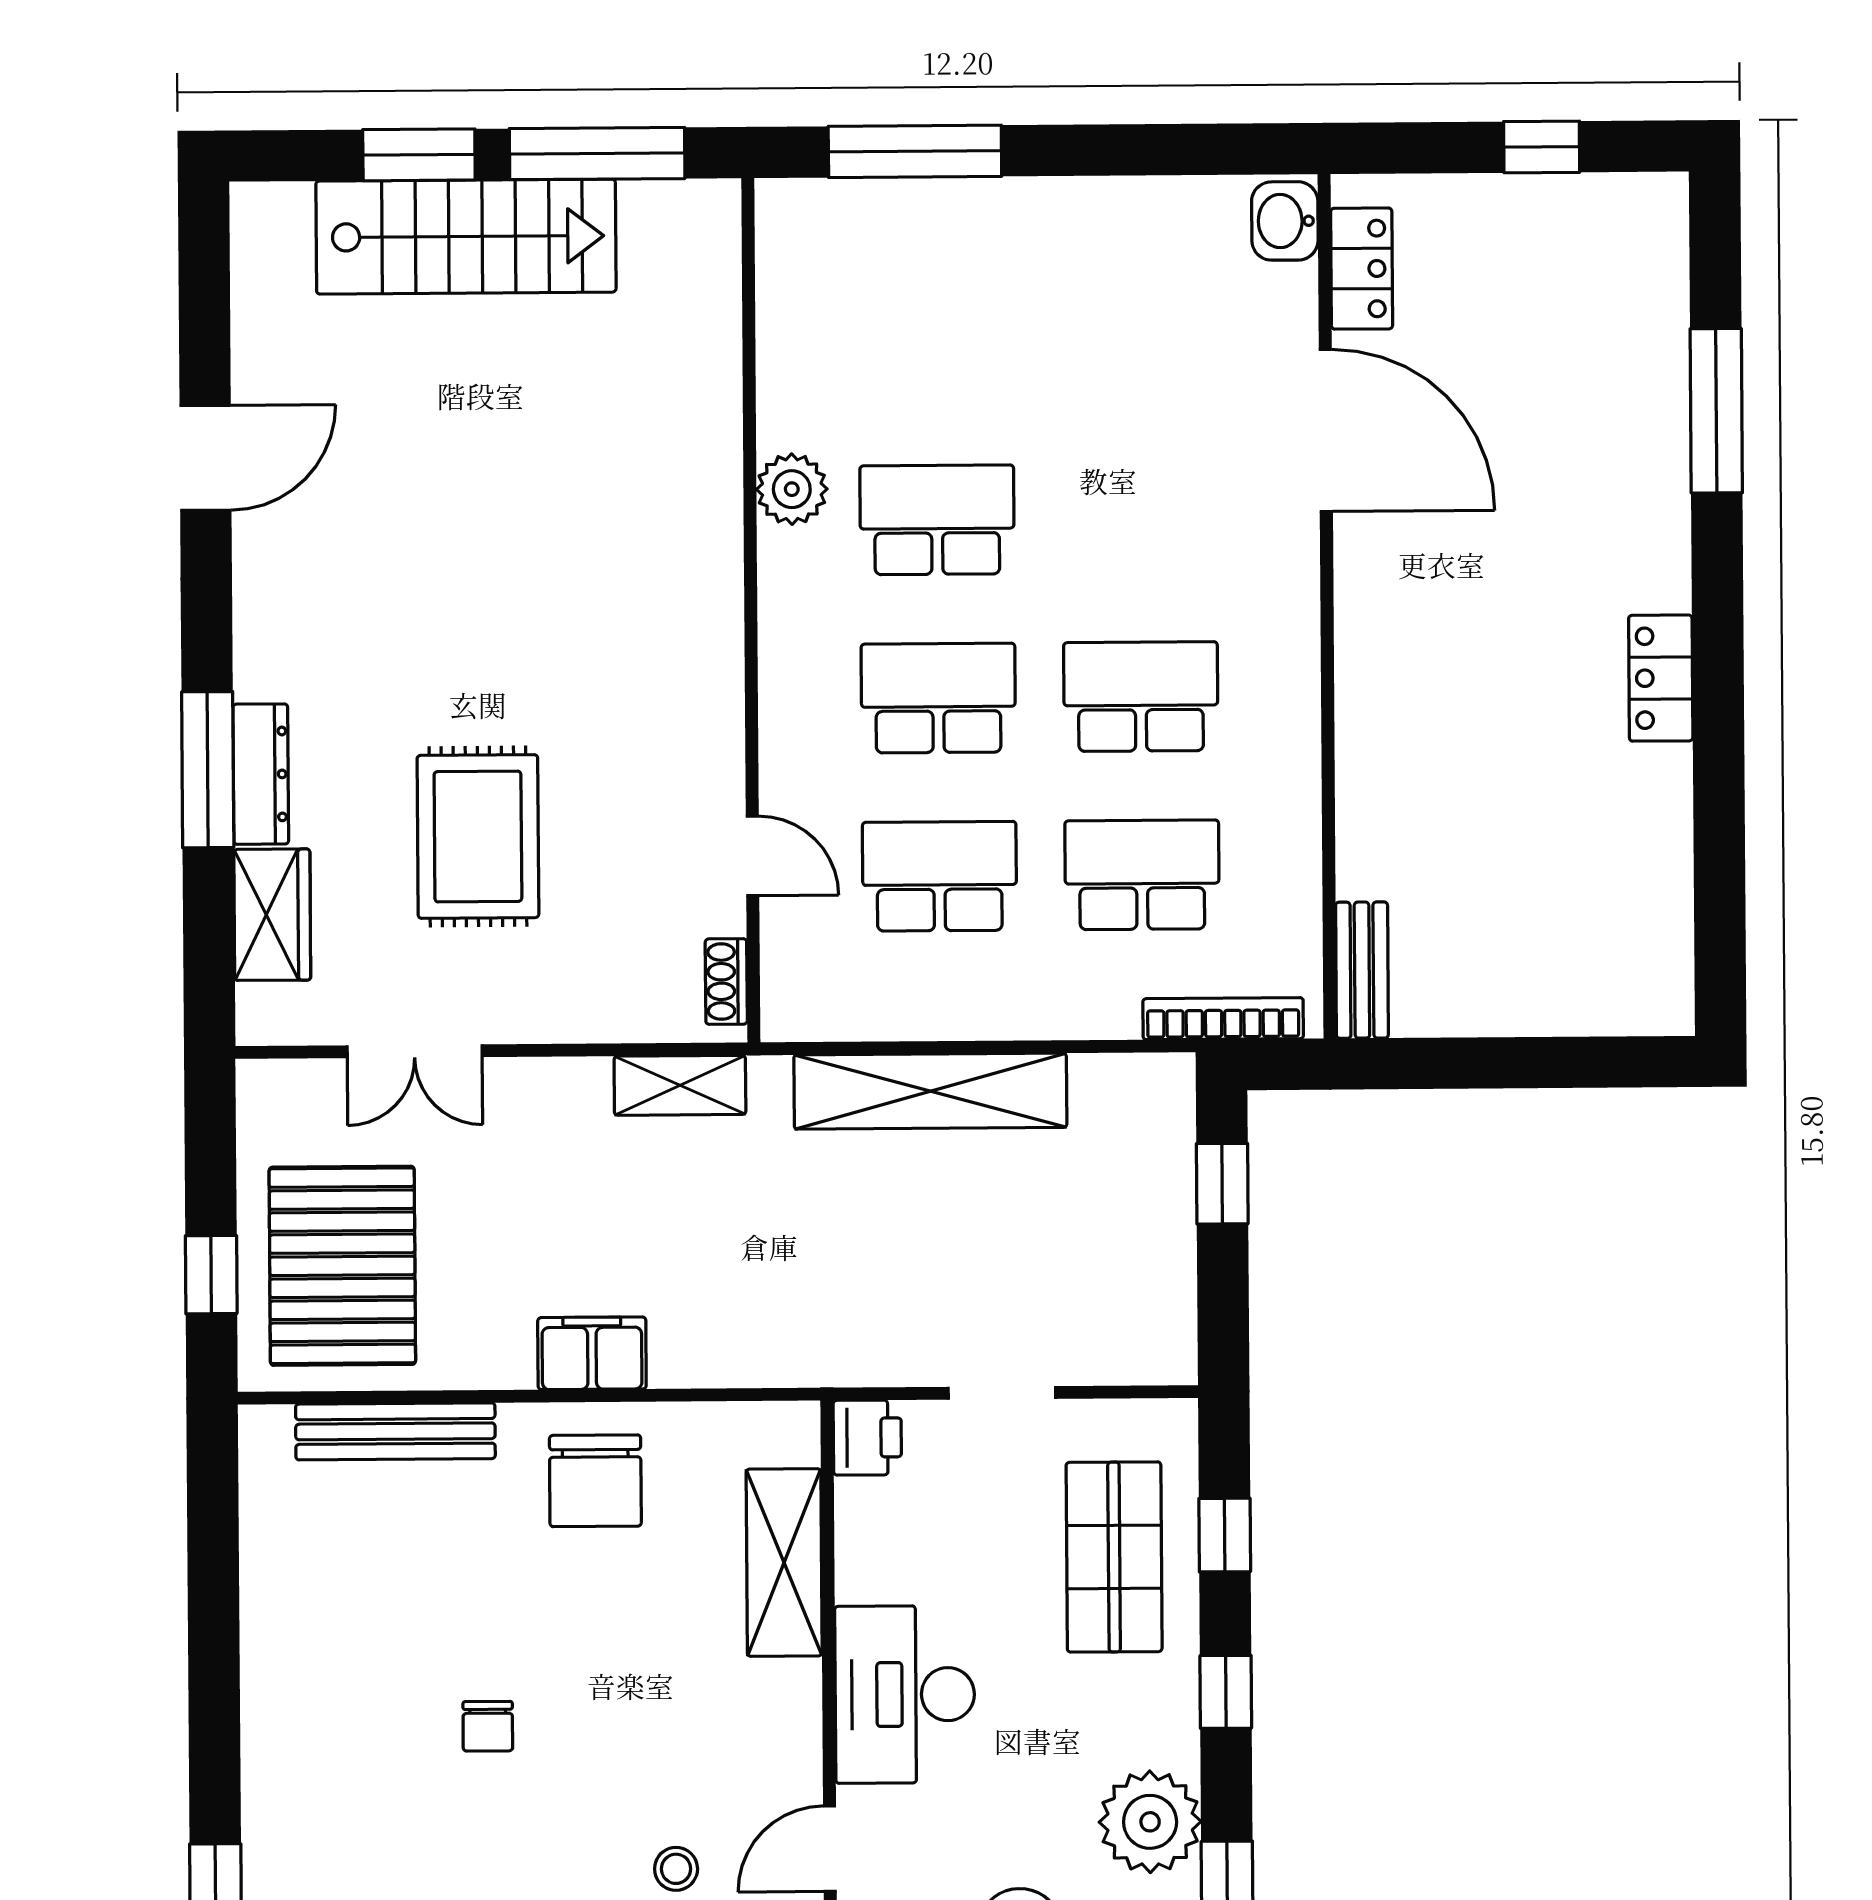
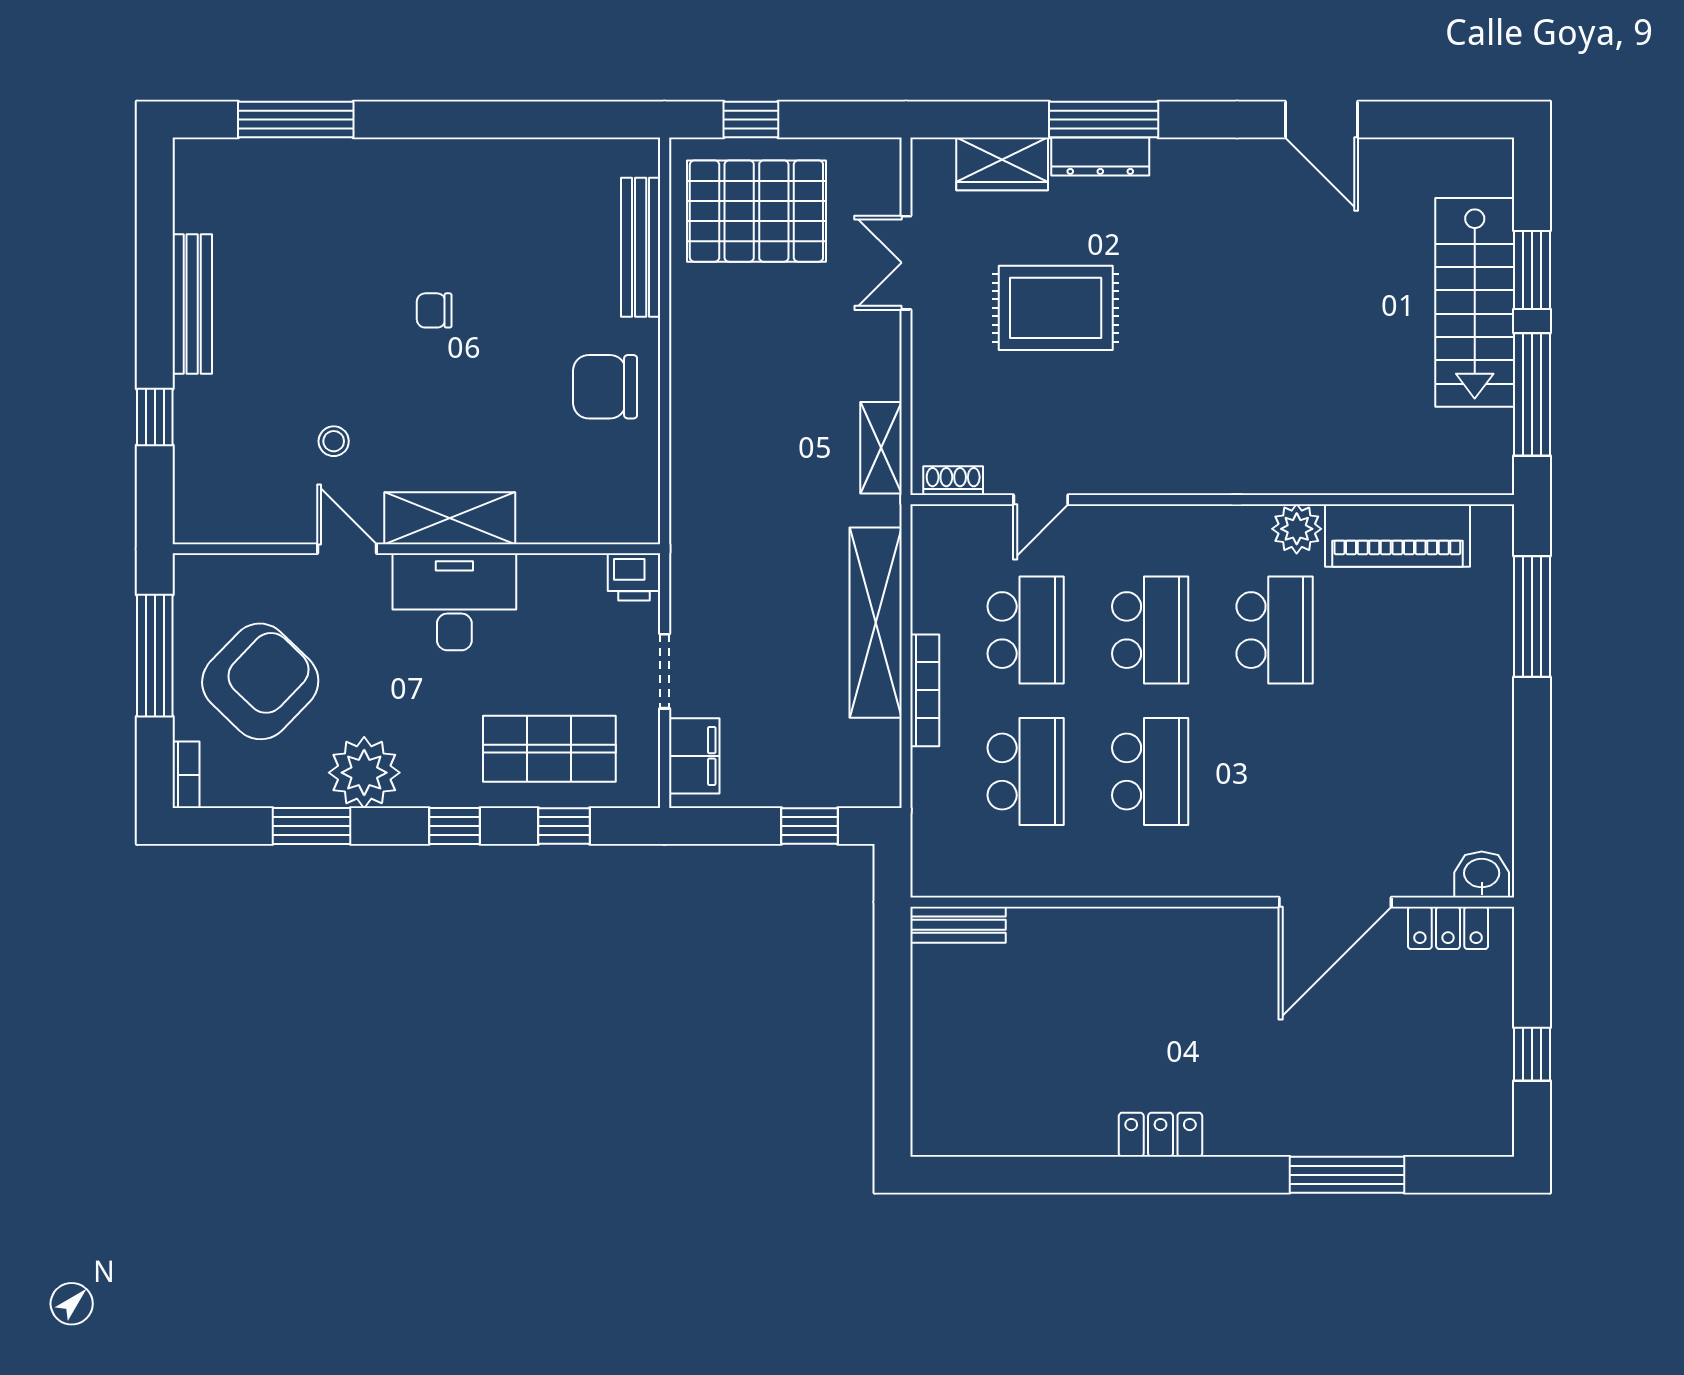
piano: (800, 345) -> (1397, 535), added
bookcase: (1223, 1019) -> (925, 690), moved
filing cabinet: (592, 1353) -> (694, 756), moved
shelving: (784, 1563) -> (450, 518), moved

